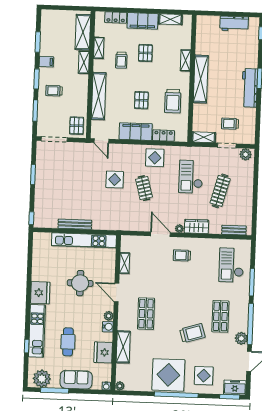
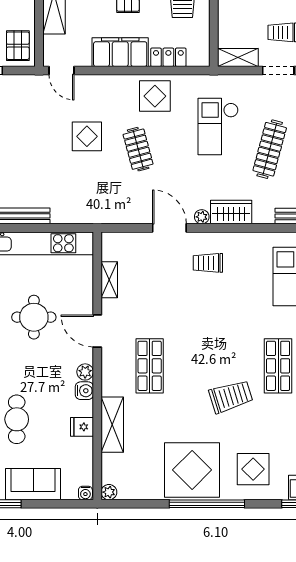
fridge: (103, 352) -> (82, 427), width x0.53, depth x0.75

